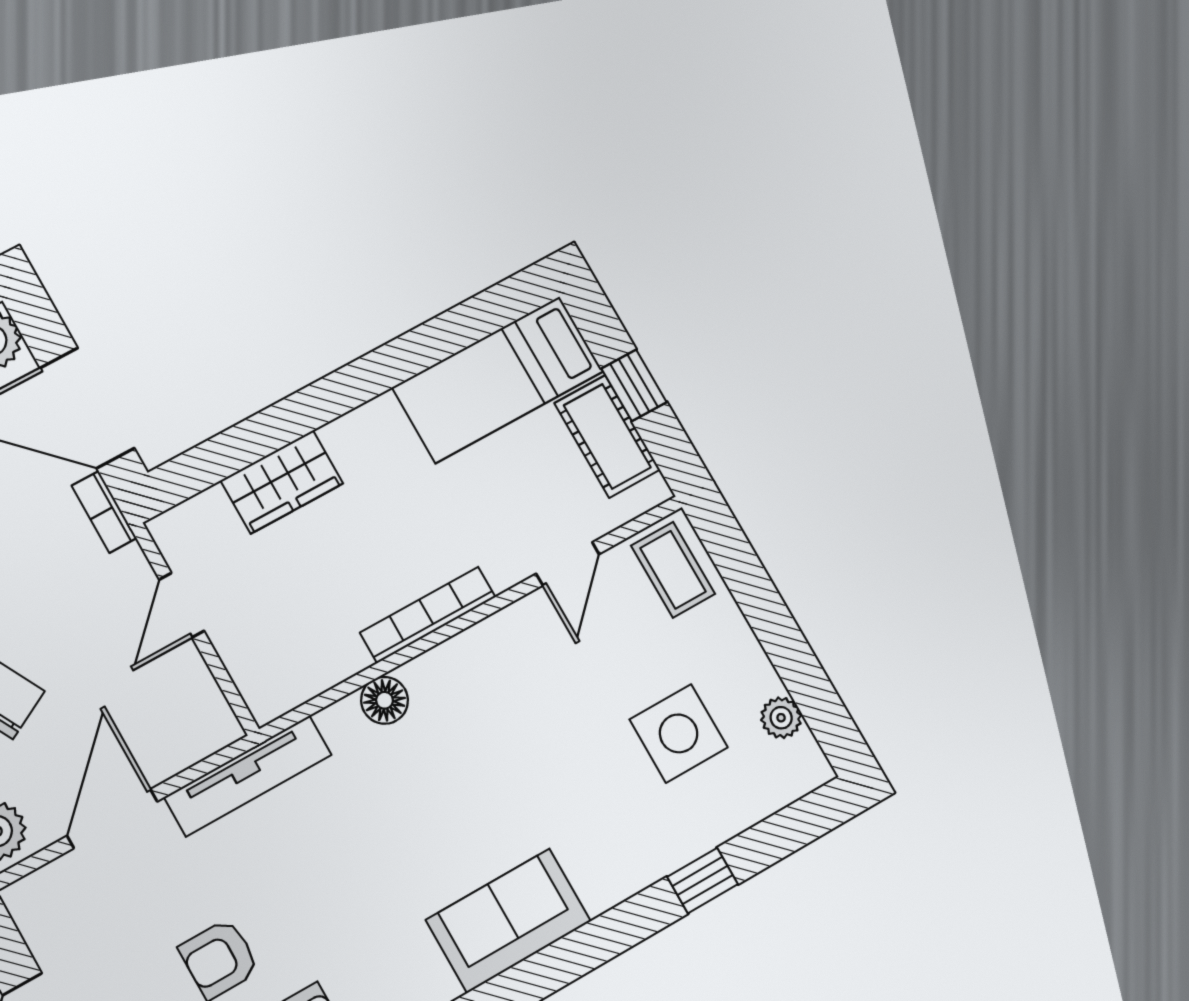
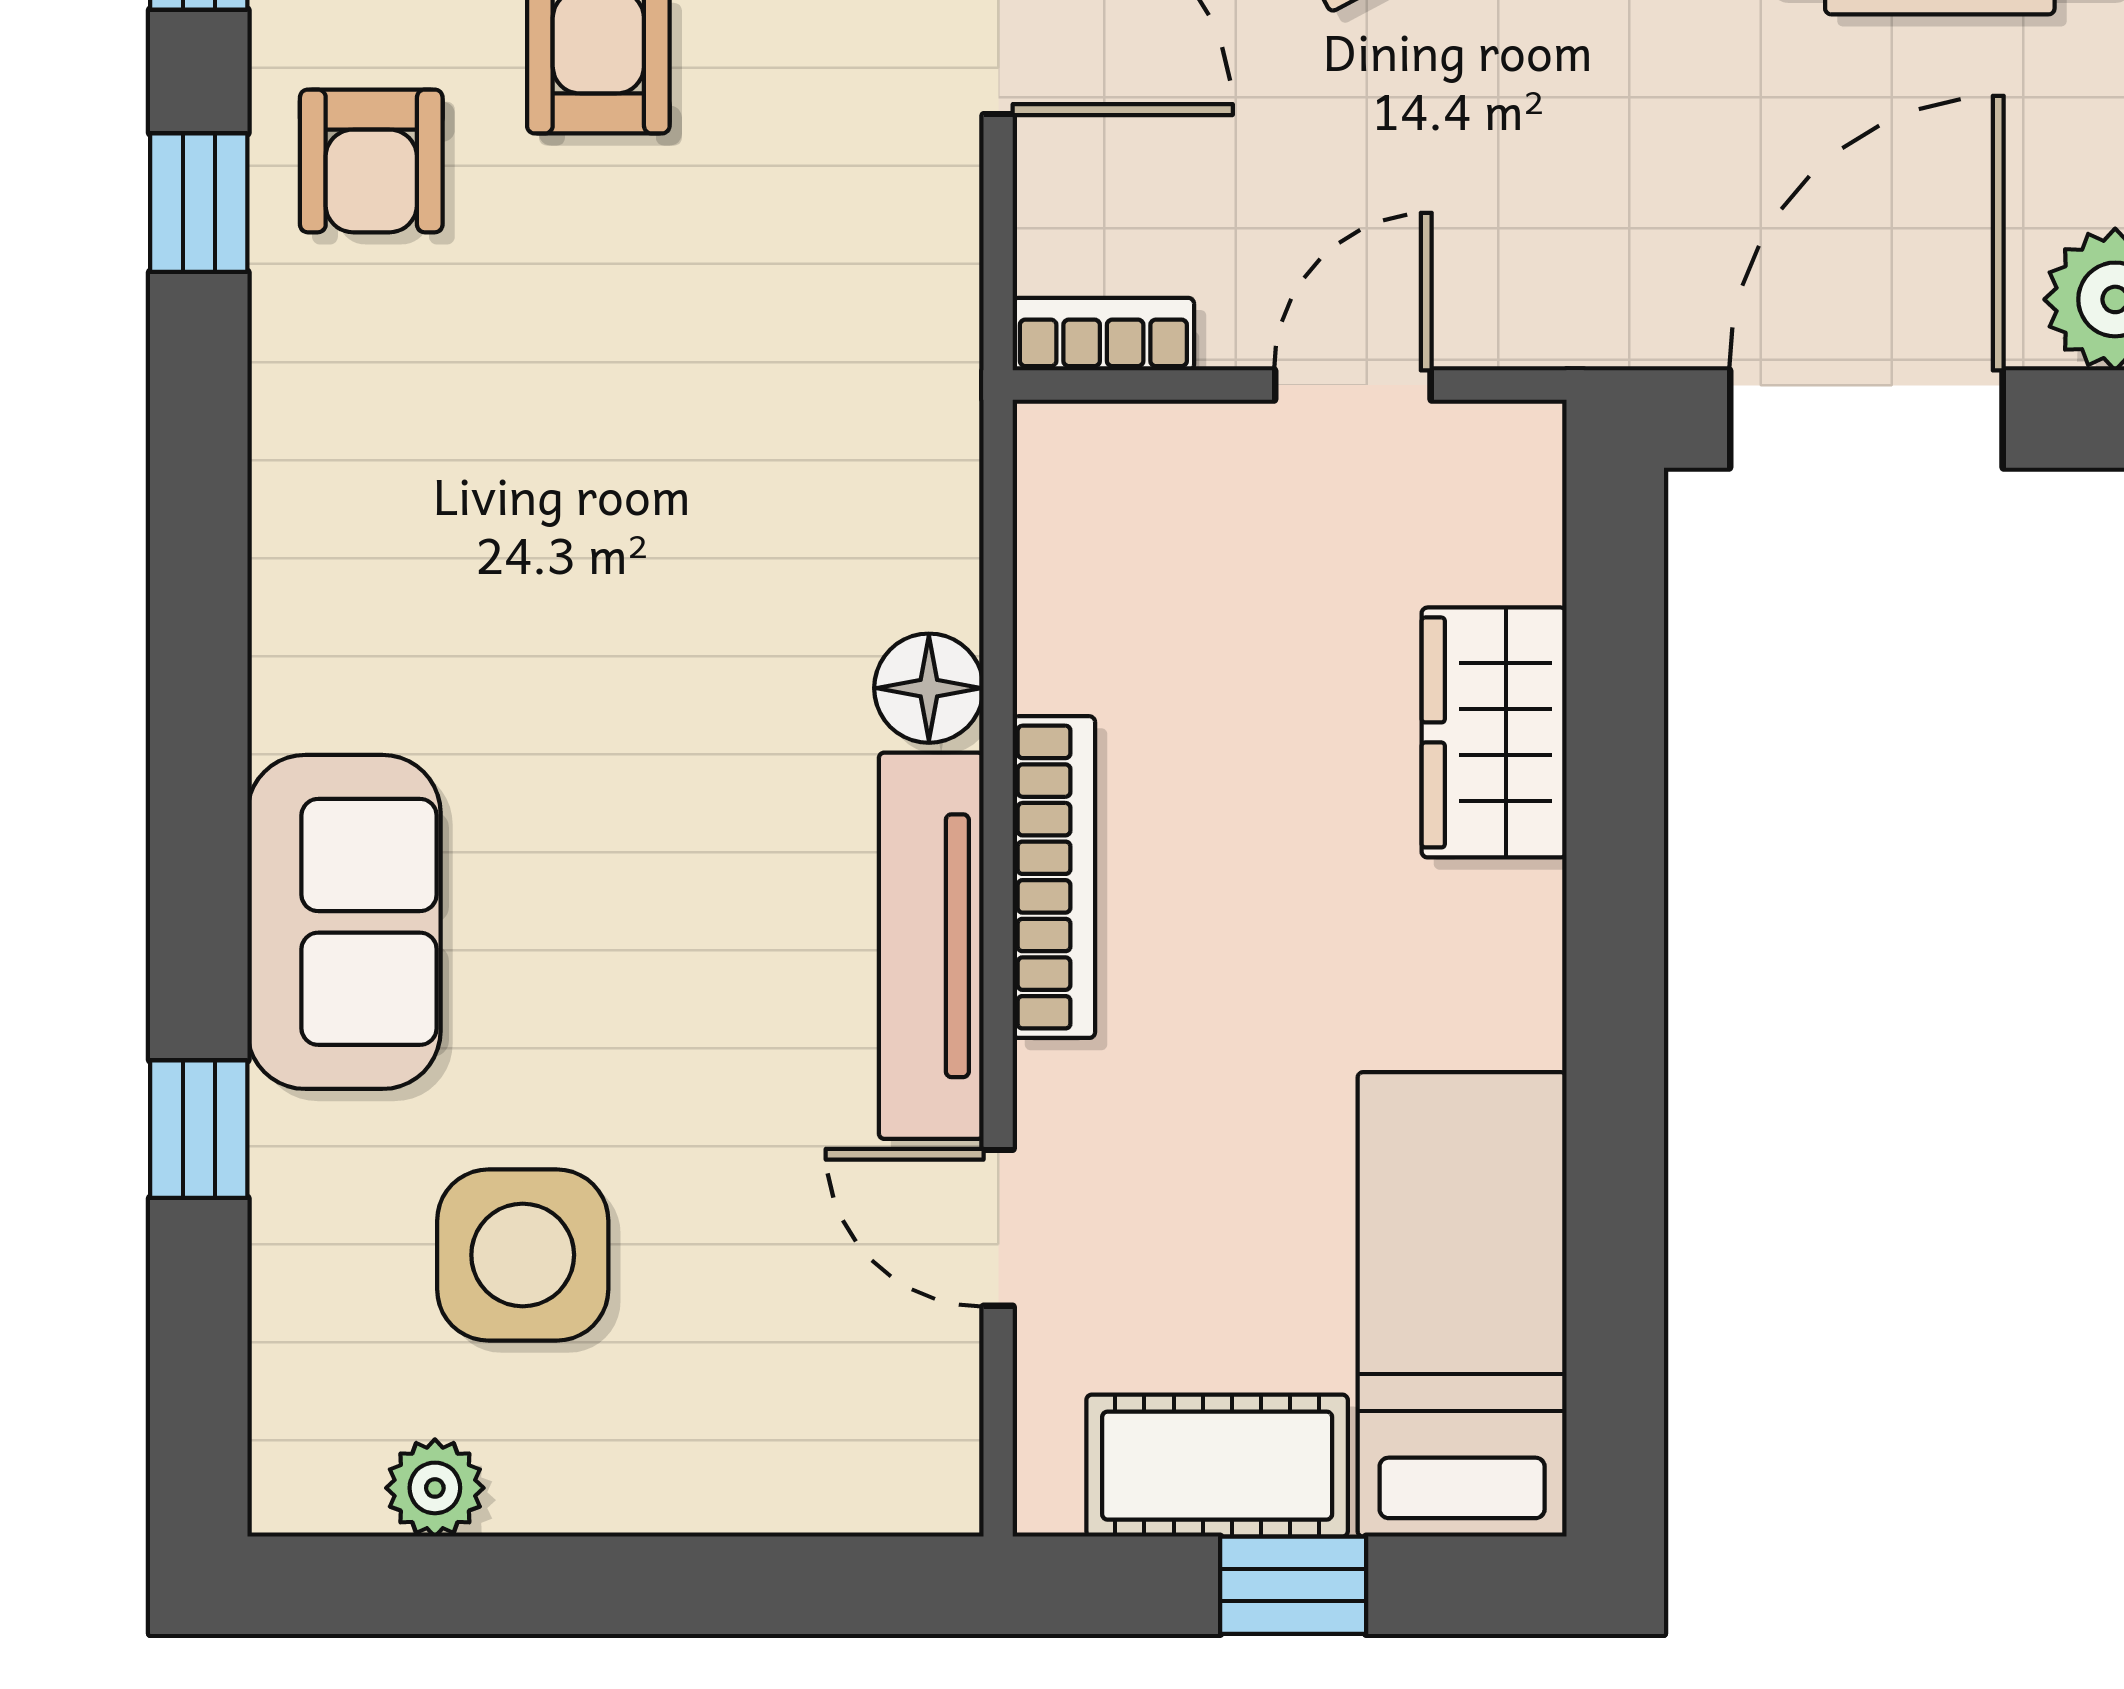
bookcase: (104, 512) -> (1103, 334), moved
coffee table: (673, 570) -> (864, 1441), removed
door: (182, 605) -> (1353, 385), hinge flipped
tv unit: (248, 776) -> (931, 946), moved
sofa: (508, 921) -> (344, 922), moved

